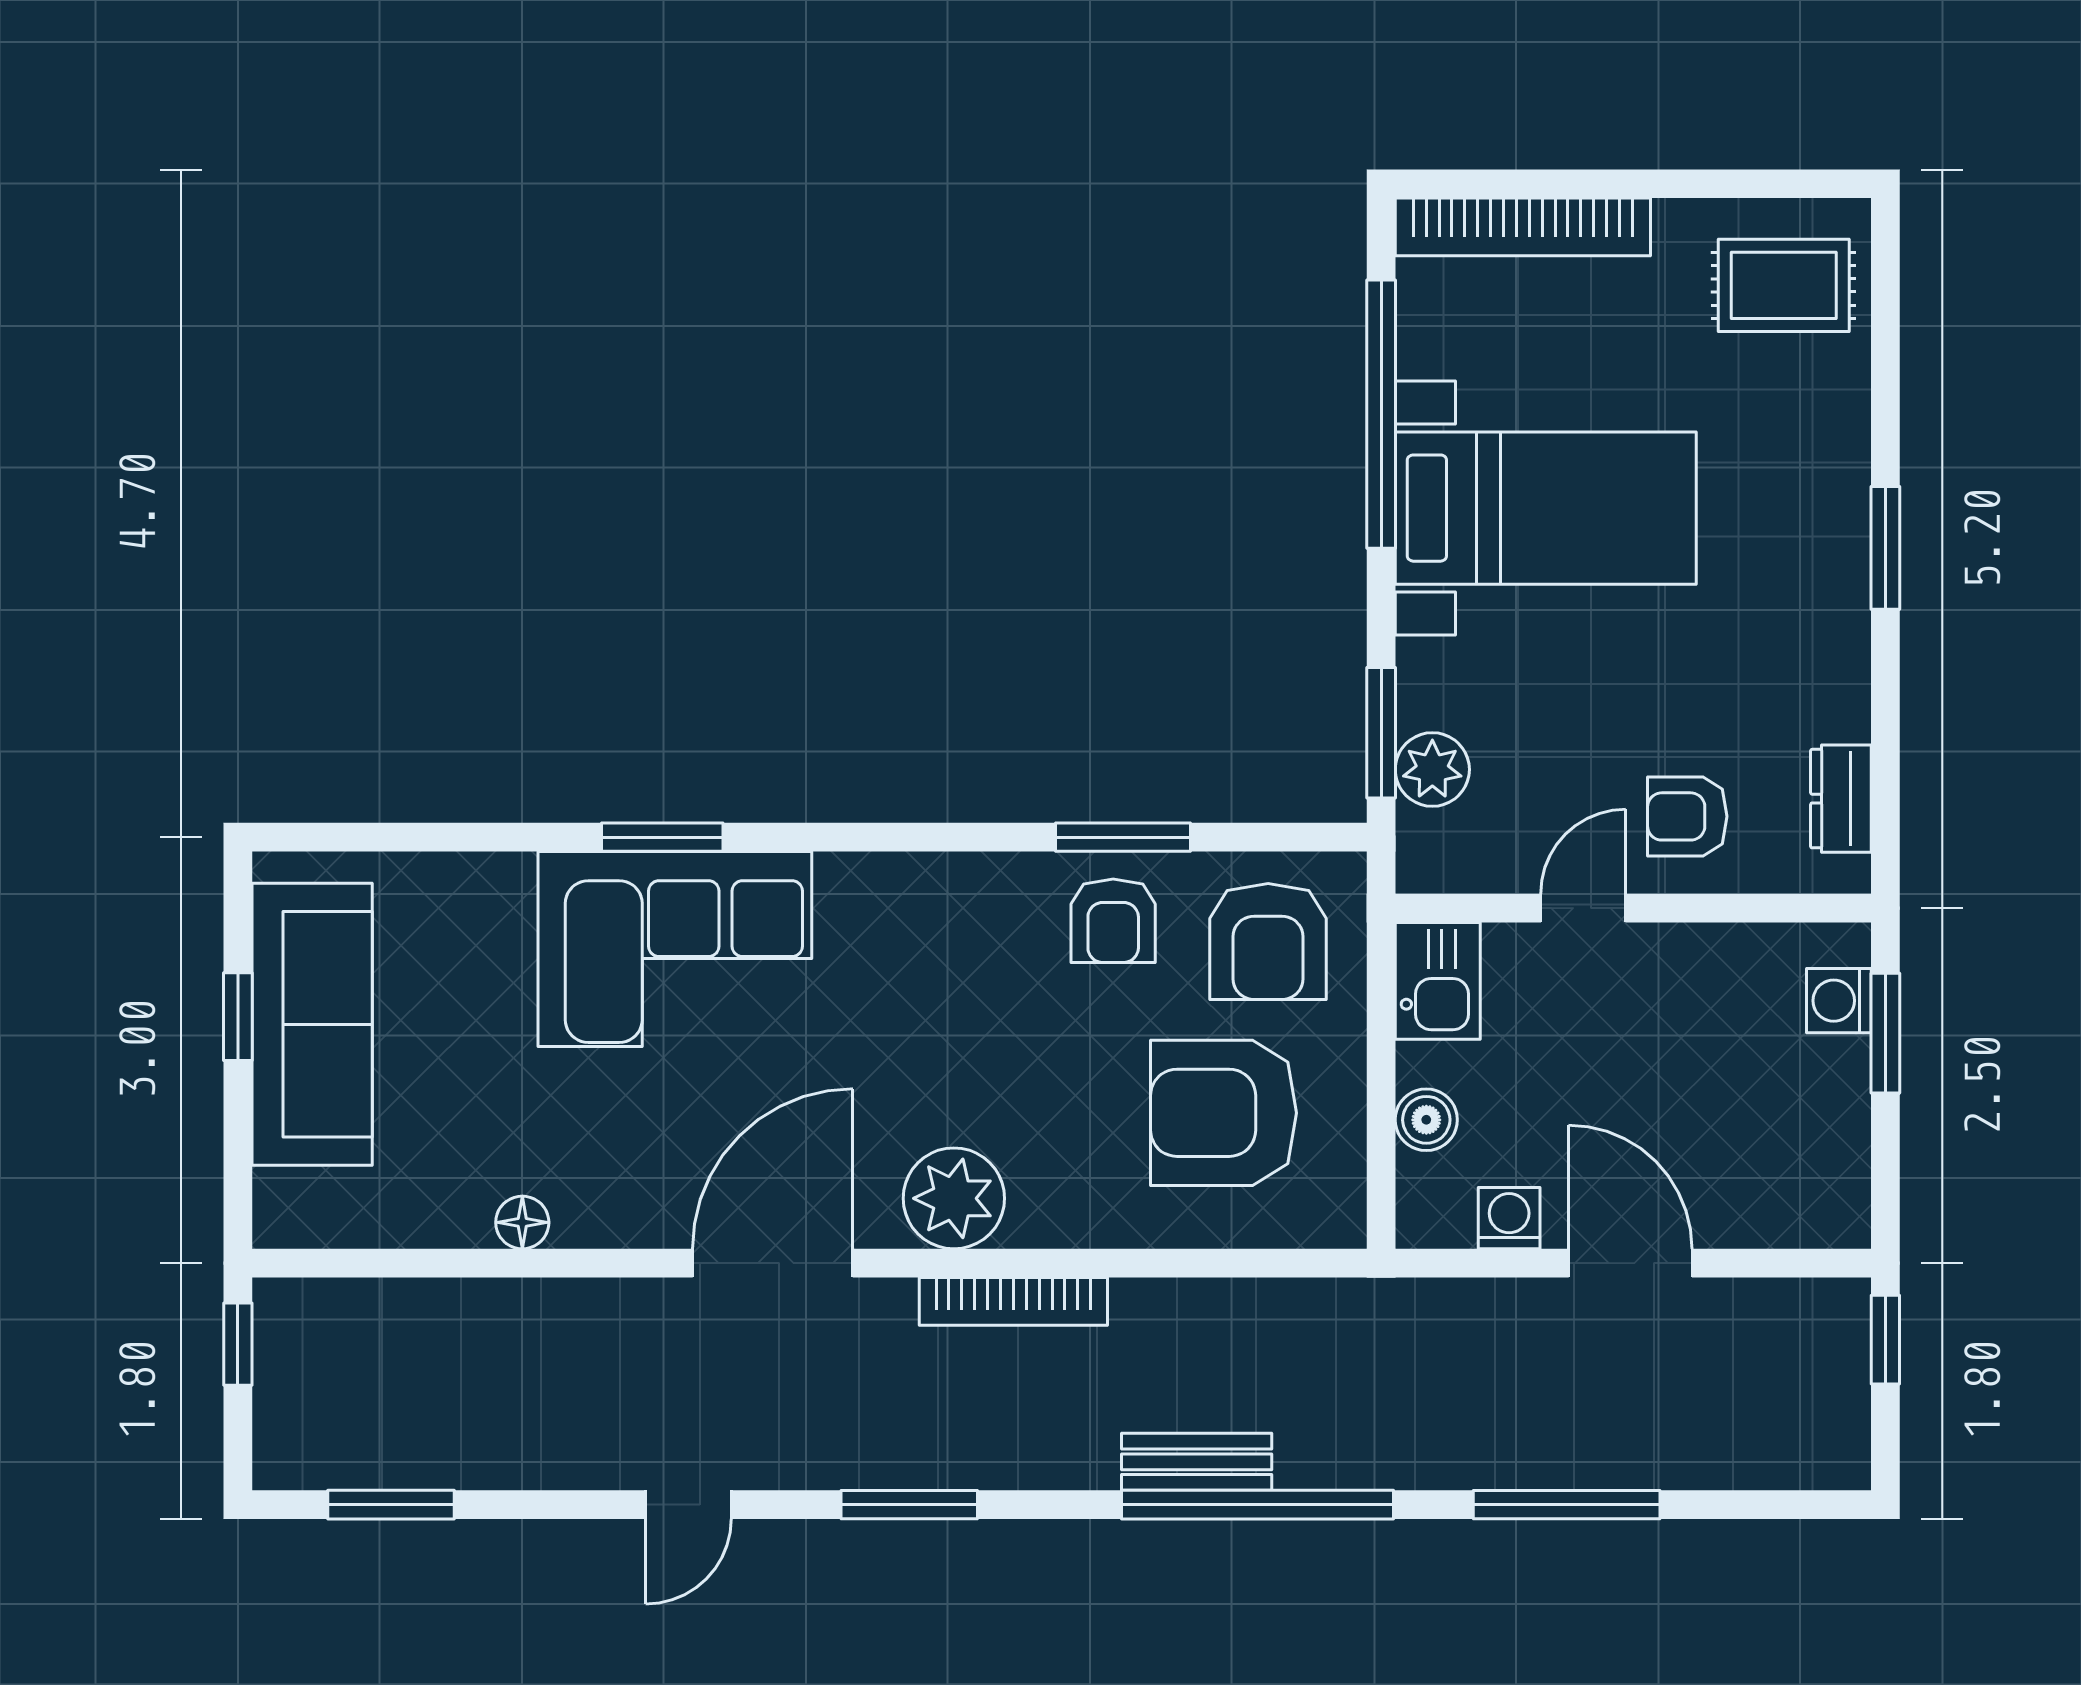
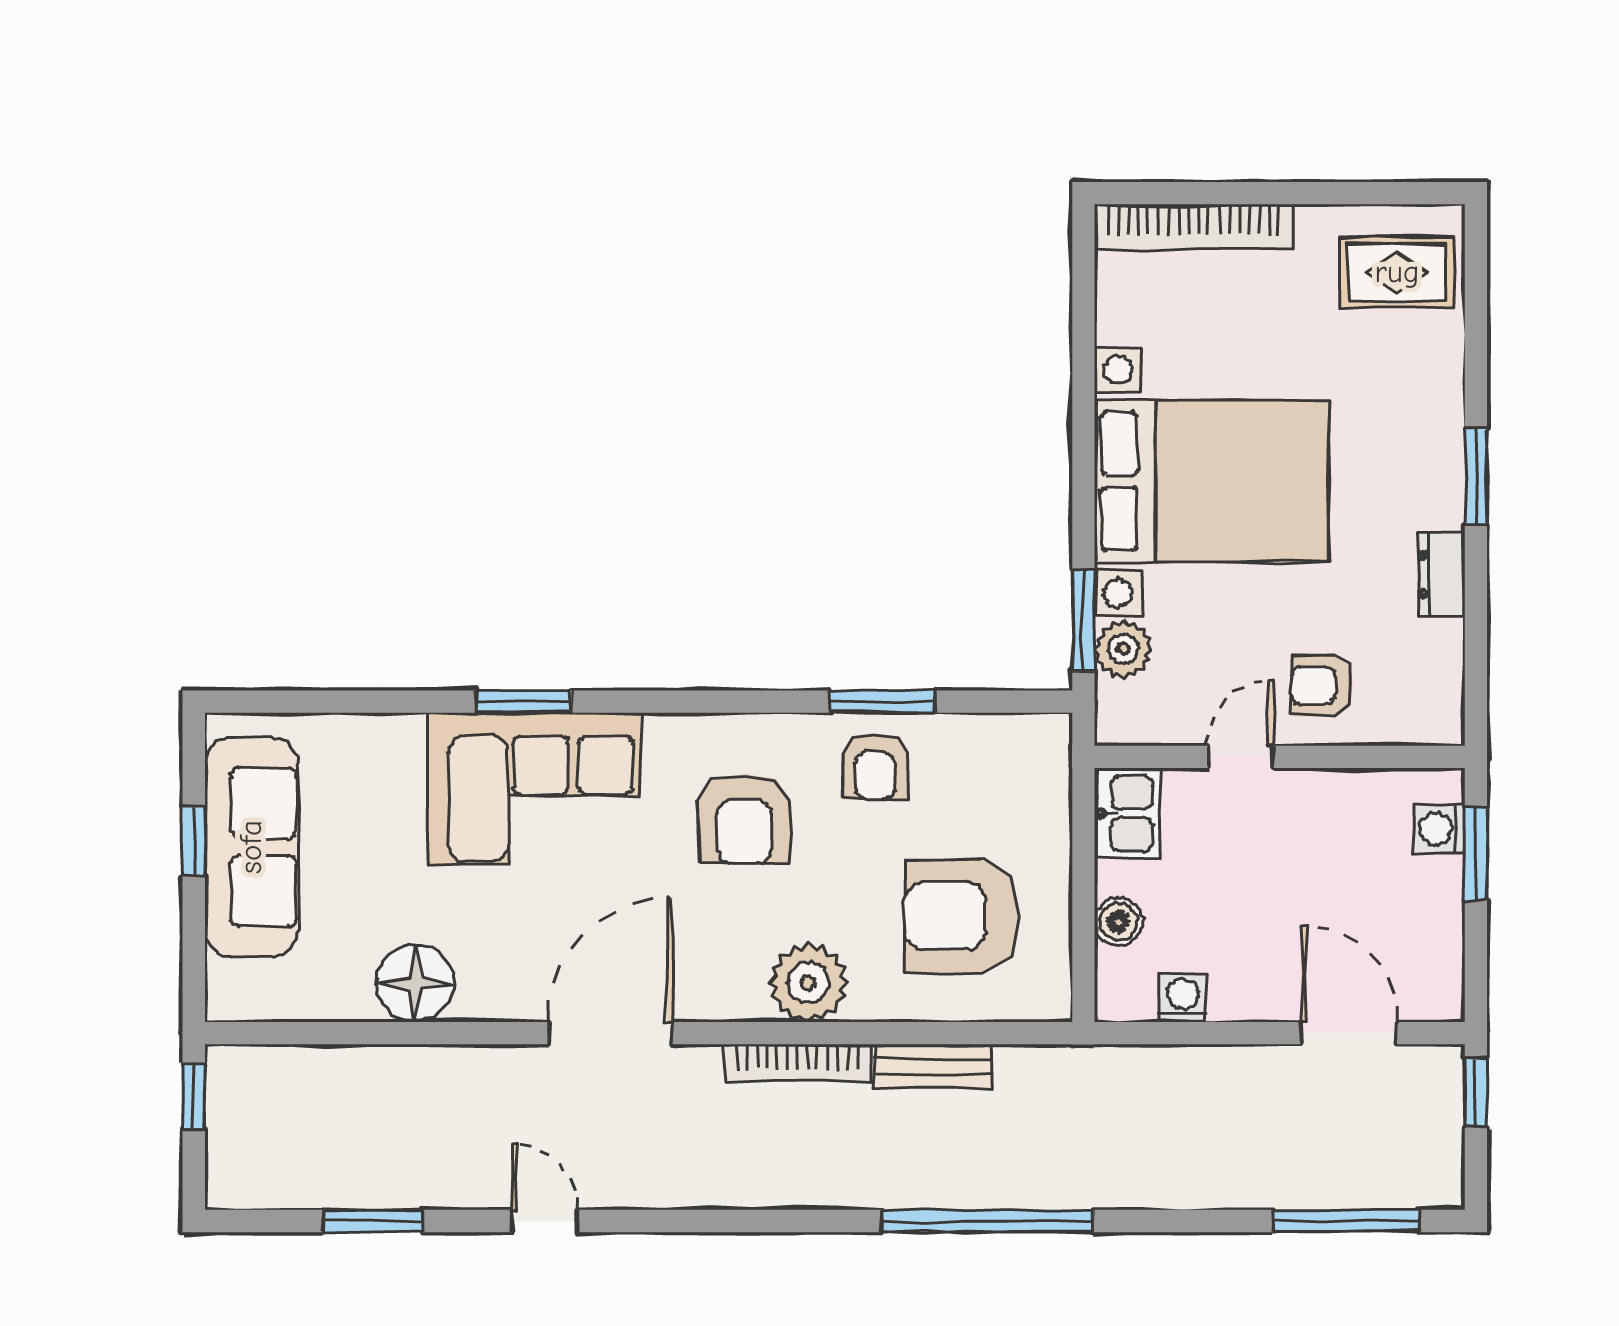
window: (1381, 414) -> (1083, 372), removed
bed with nightstands: (1546, 508) -> (1212, 481), width x1.36
dresser: (1841, 799) -> (1441, 574), moved
armchair: (1268, 942) -> (744, 819), moved
plant: (954, 1198) -> (808, 983), moved
floor lamp: (522, 1222) -> (415, 983), width x1.89, depth x1.89
door: (1630, 1263) -> (1349, 1033), moved
bench: (1197, 1462) -> (933, 1066), moved
window: (391, 1505) -> (372, 1221), moved
door: (688, 1505) -> (544, 1221), swing flipped
window: (909, 1505) -> (716, 1221), removed
window: (1567, 1505) -> (1346, 1221), moved

